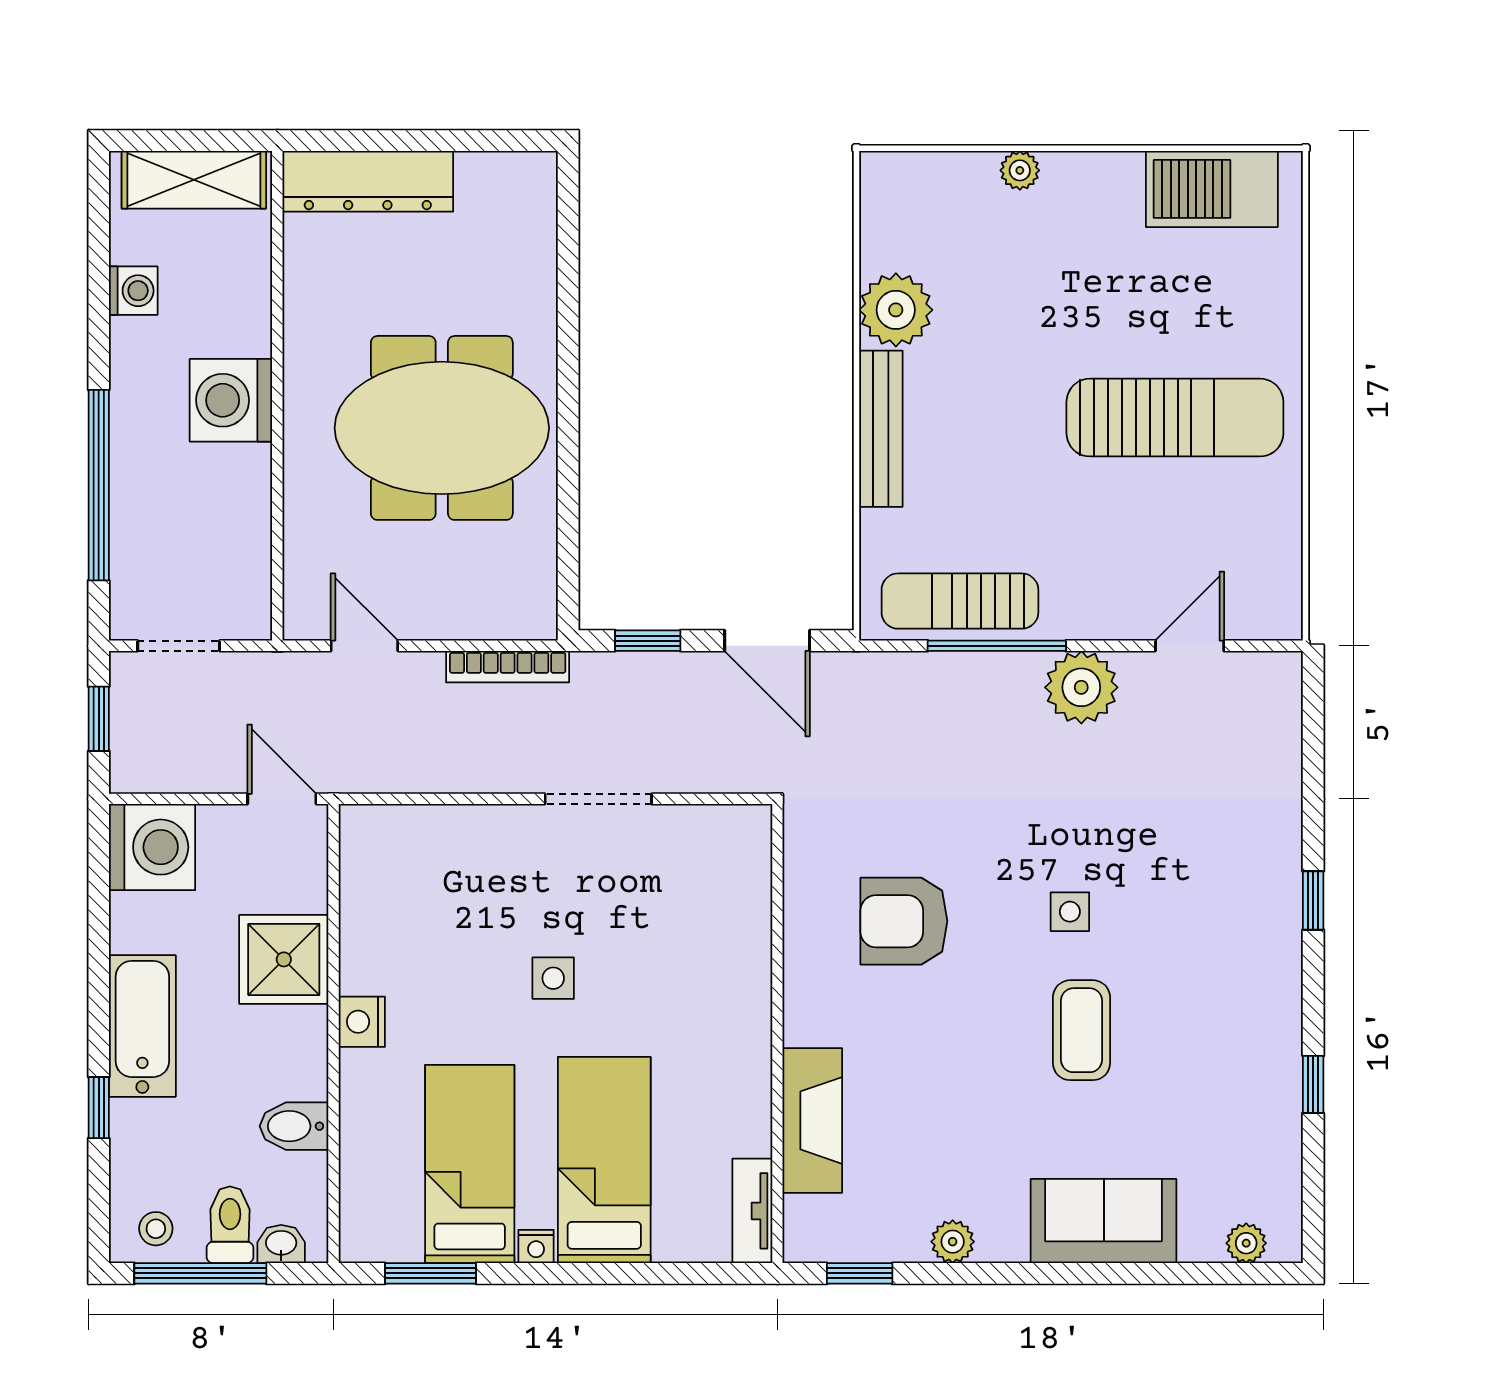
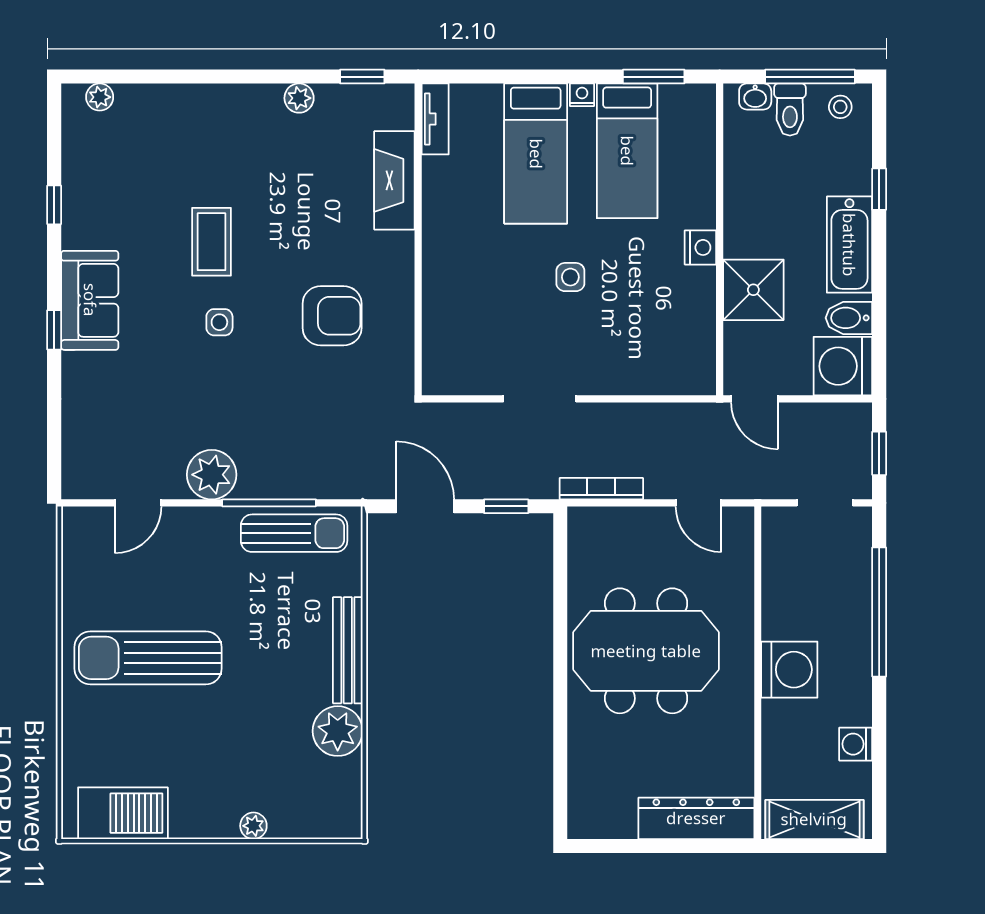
bidet: (294, 1126) -> (849, 318), moved, turned 180
sofa: (1104, 1221) -> (90, 300), moved, turned -90

